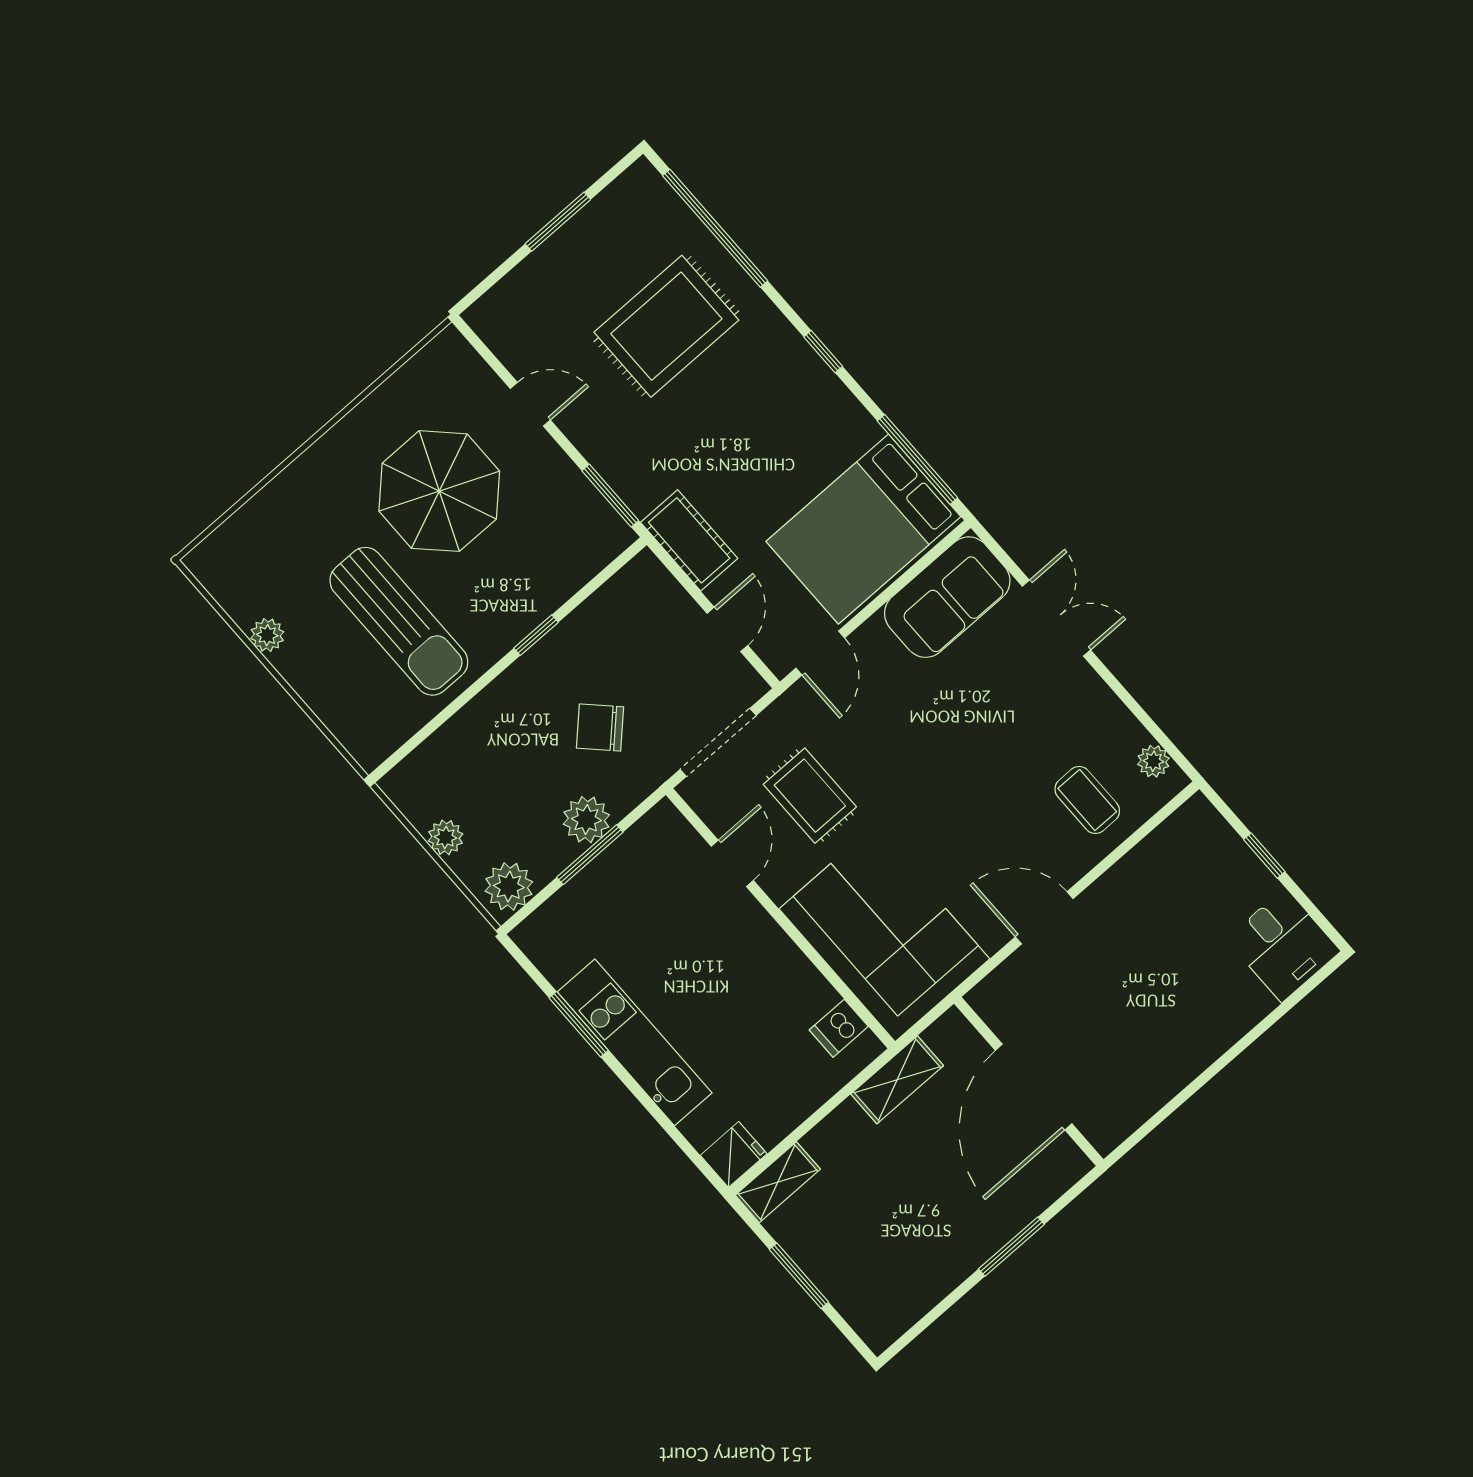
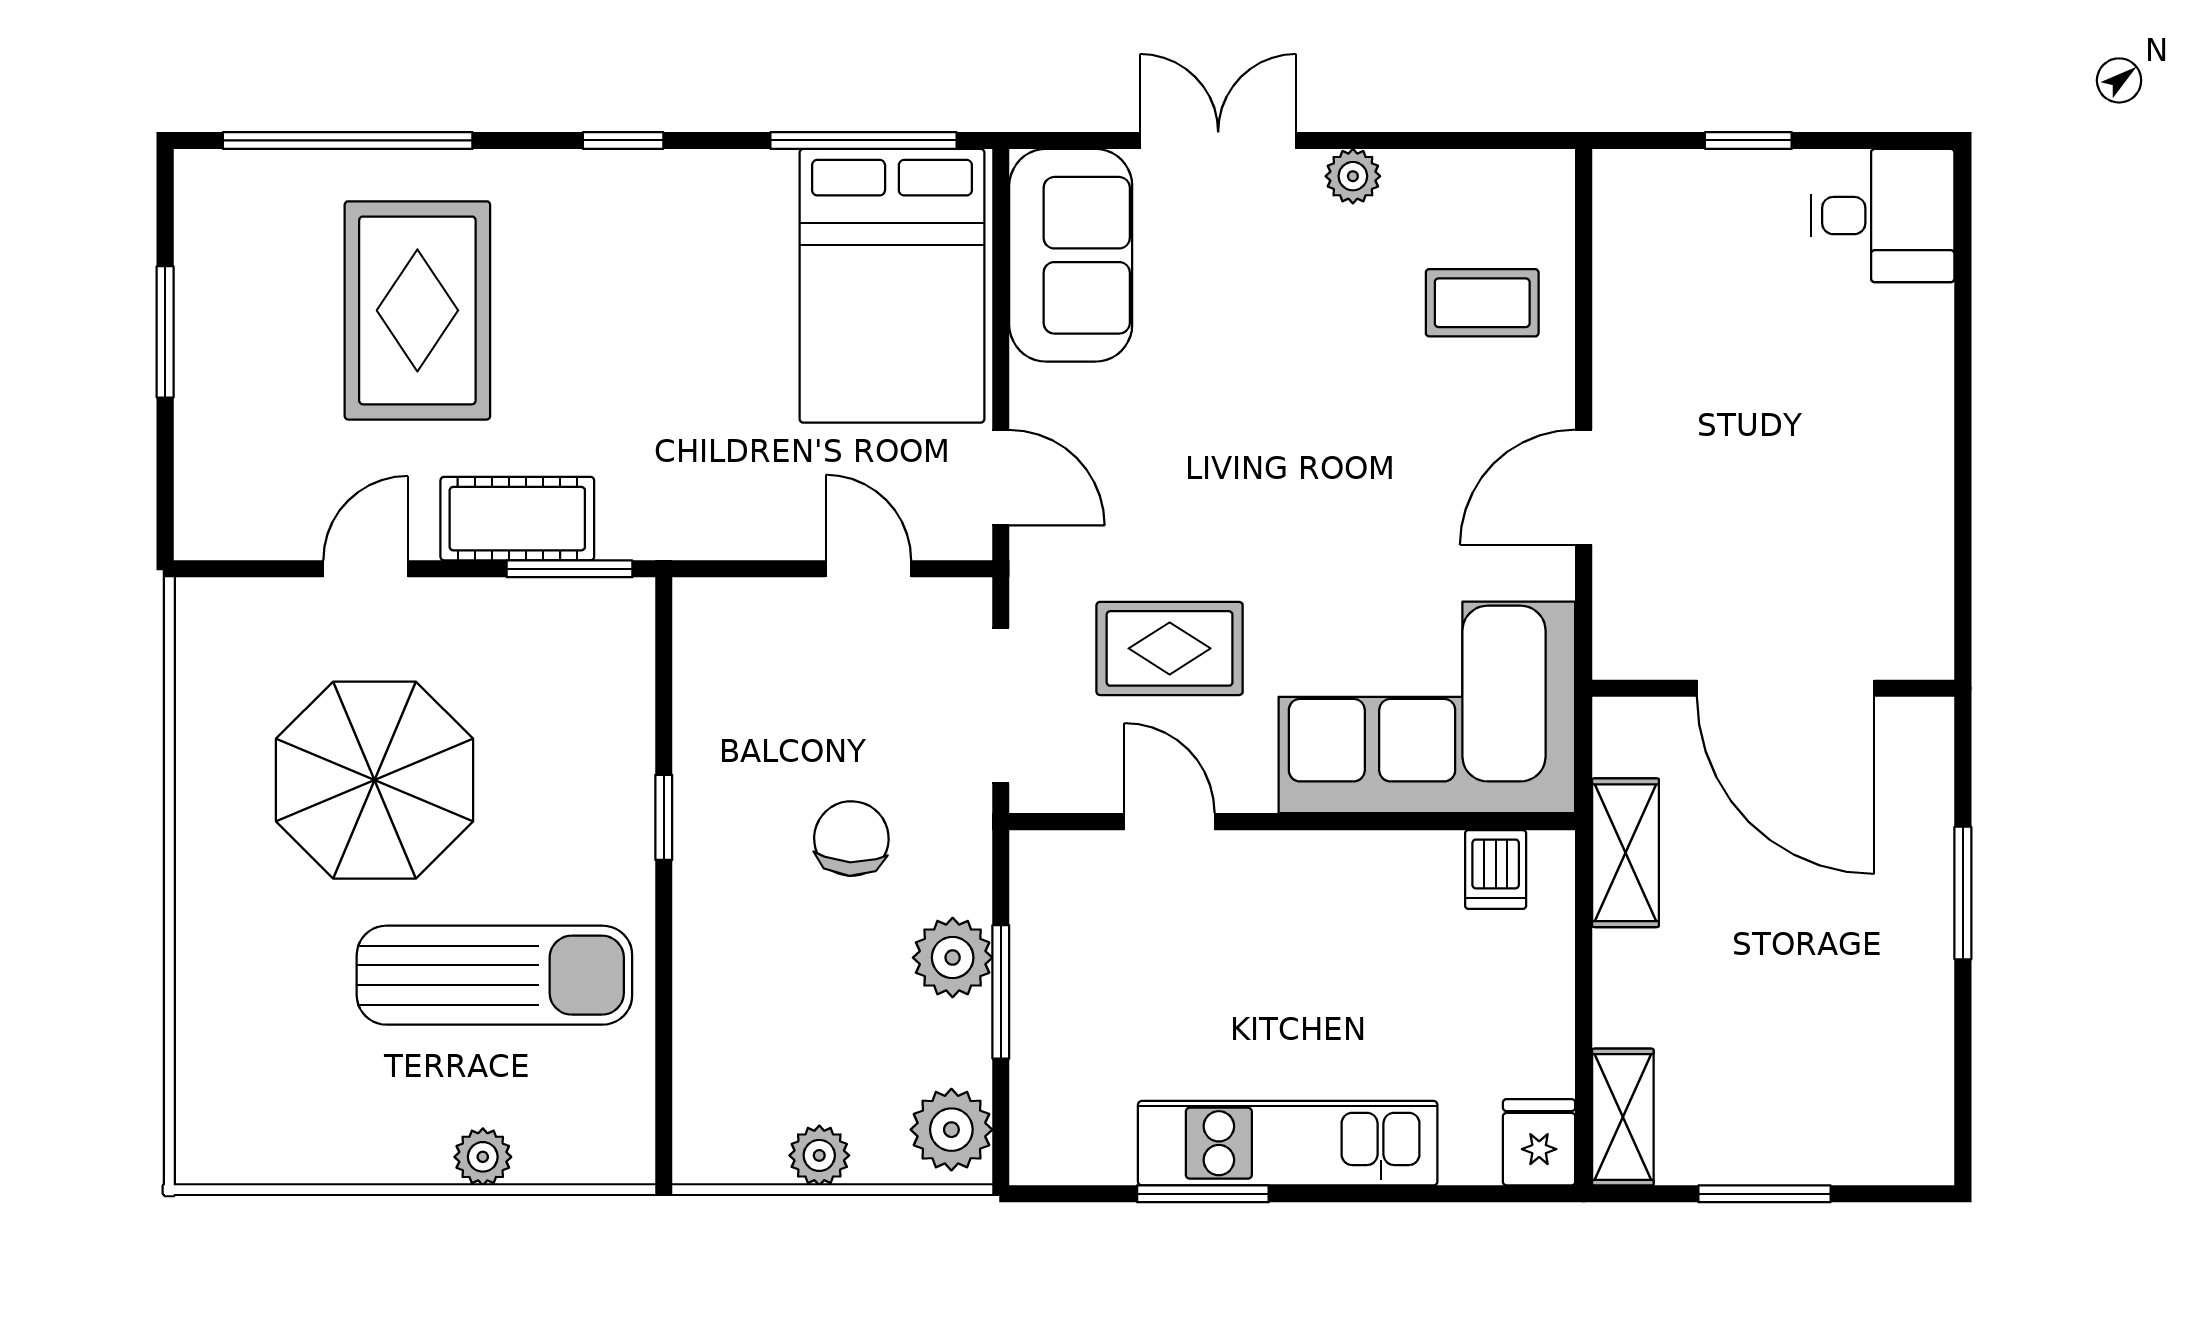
cot: (689, 540) -> (517, 519), moved
plant: (267, 635) -> (483, 1157), moved
chair: (600, 728) -> (851, 839), turned 138
plant: (1153, 761) -> (1353, 176), moved

